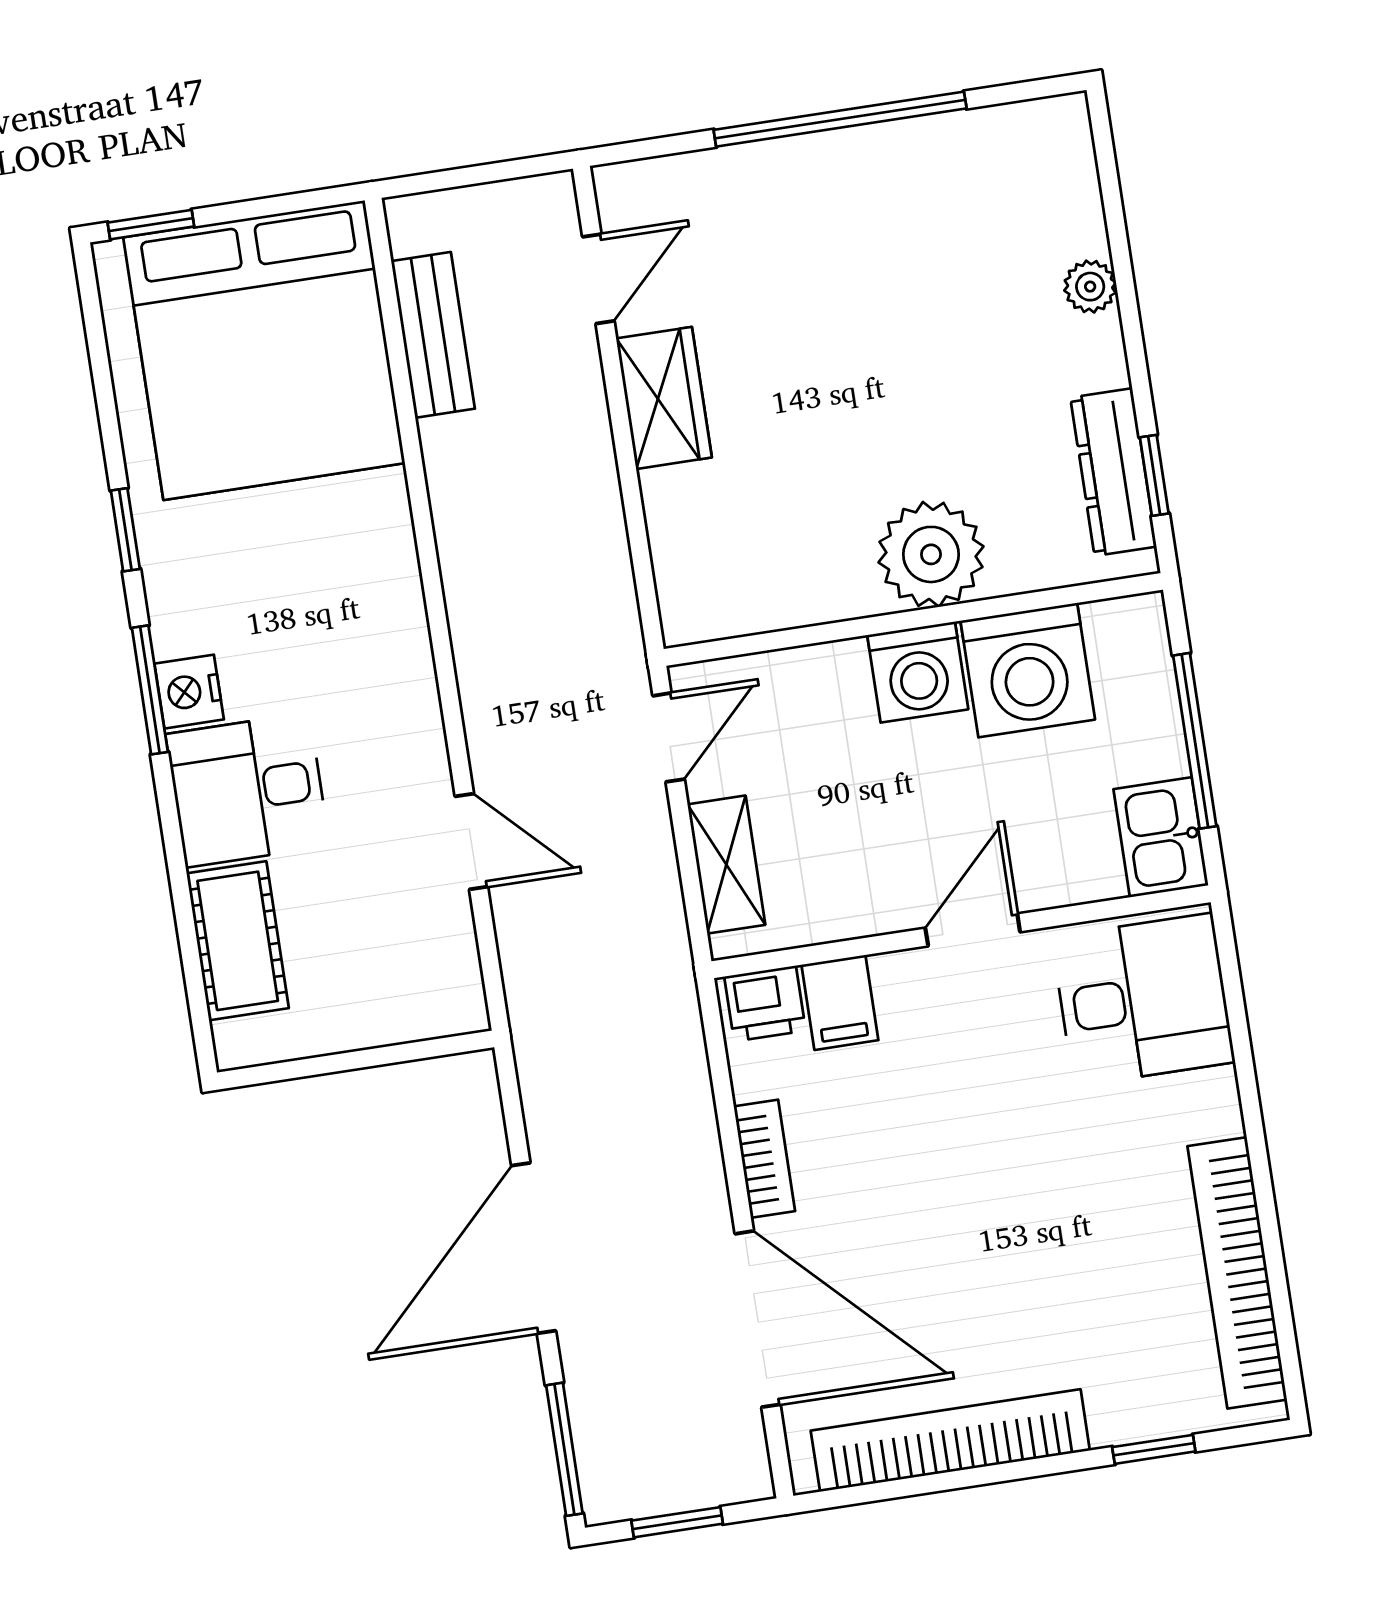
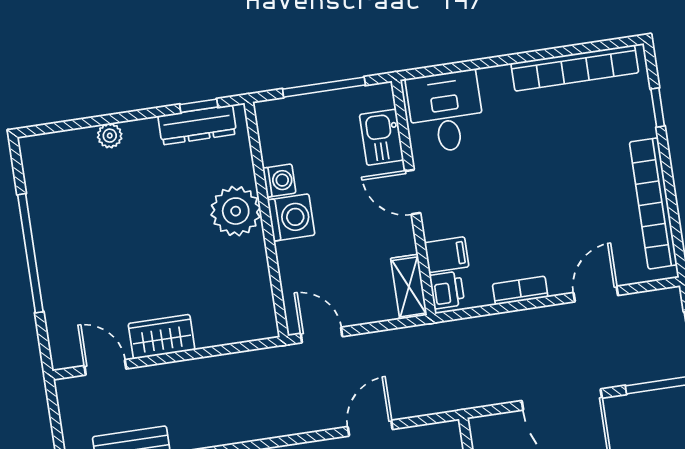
washing machine: (1028, 670) -> (279, 181), width x0.53, depth x0.53
kitchen sink: (1161, 837) -> (382, 137), moved, turned 90
shelving: (726, 865) -> (409, 287), moved, turned 90
door: (758, 1319) -> (596, 294), width x0.53

